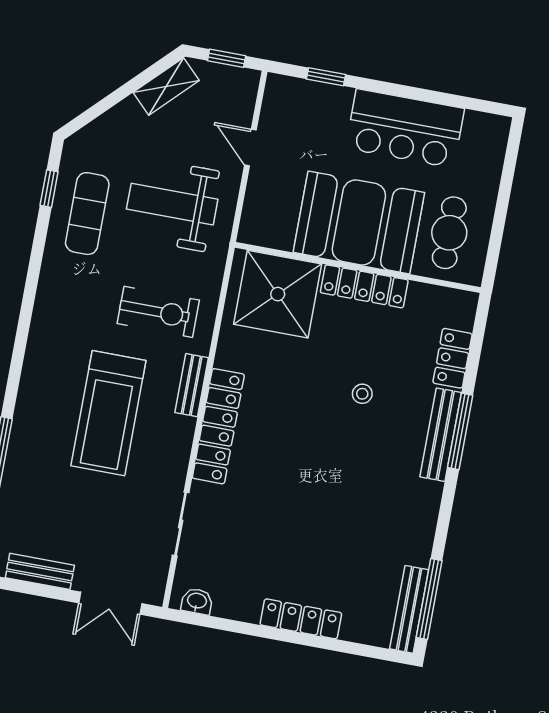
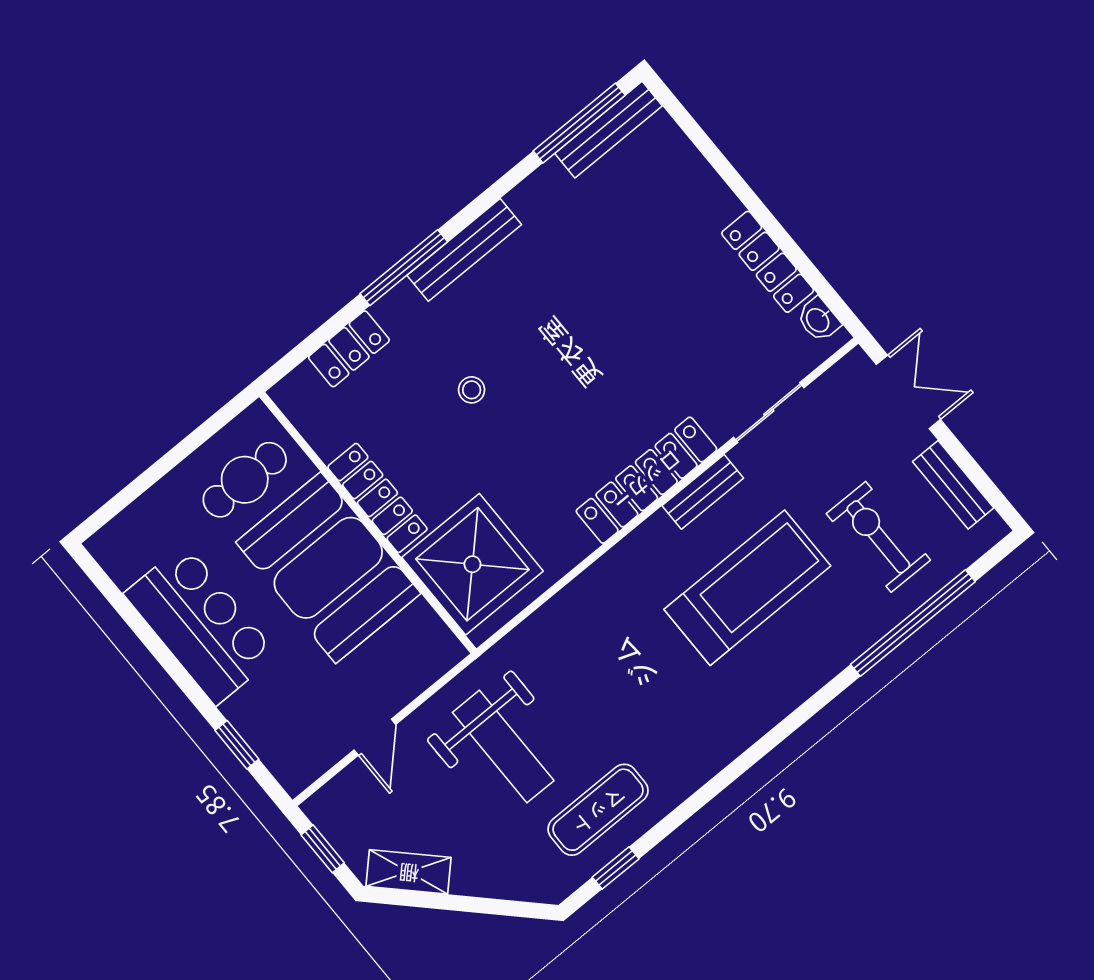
exercise bike: (158, 312) -> (878, 537), moved
bench: (192, 385) -> (703, 492), moved
bench: (441, 435) -> (464, 250), moved
locker: (301, 619) -> (768, 262), moved

